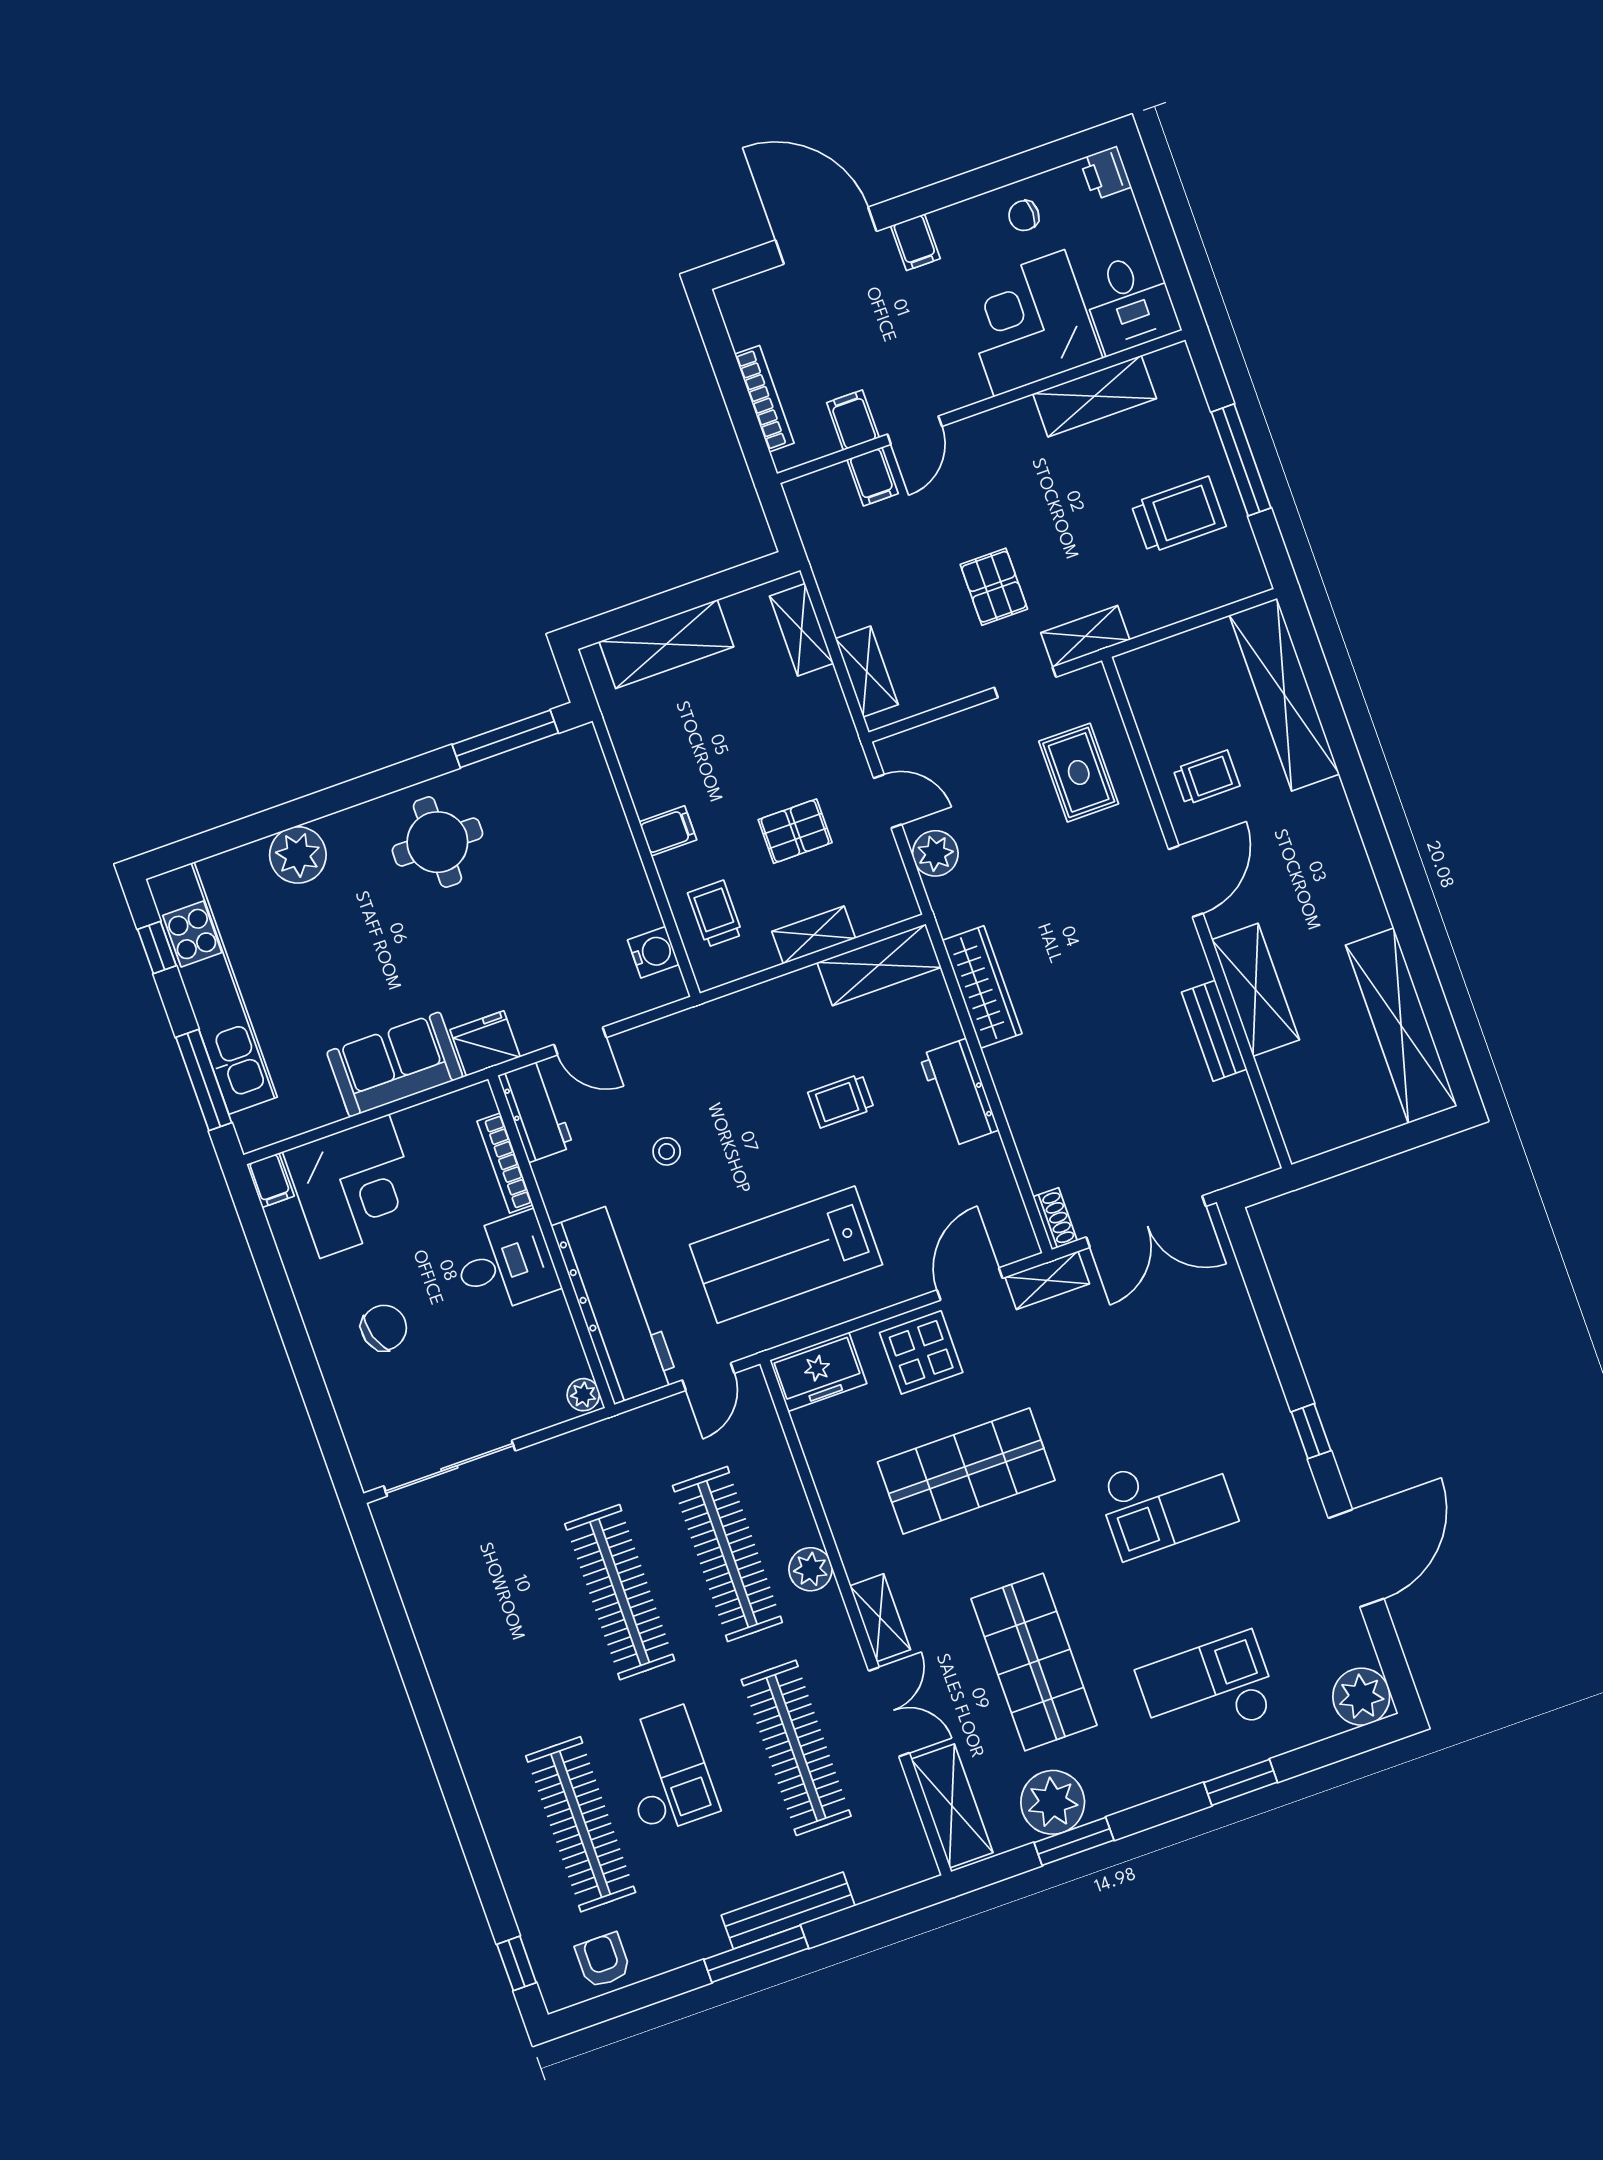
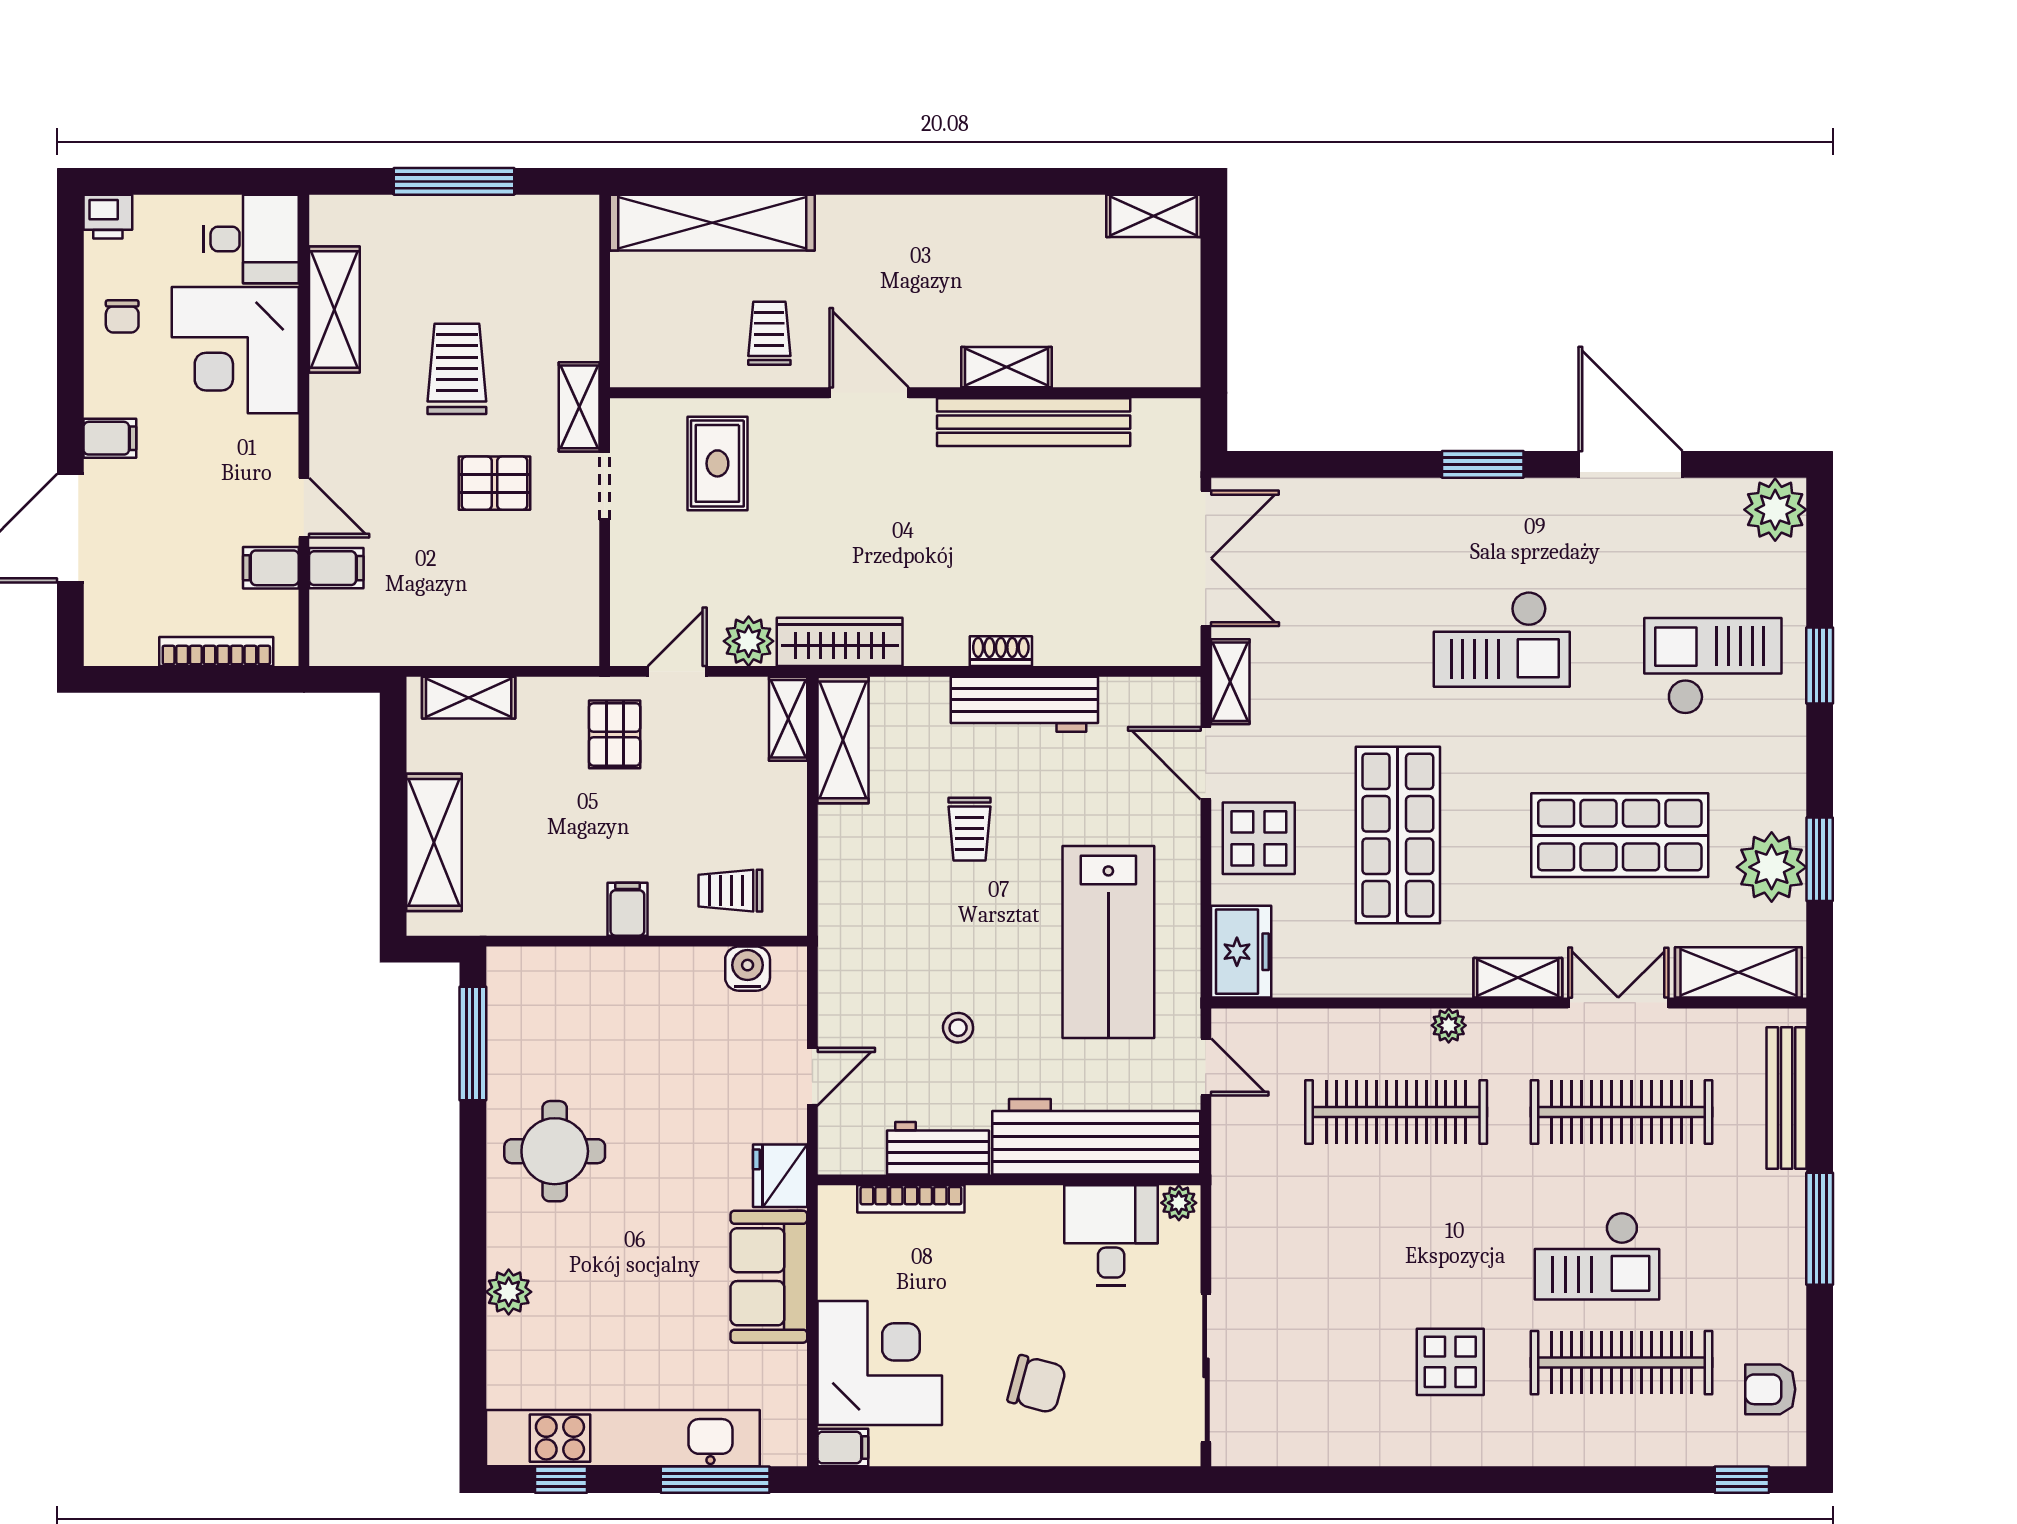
trolley: (1179, 515) -> (457, 369), moved
shelving: (867, 672) -> (536, 645), removed
rug: (1079, 773) -> (717, 463), turned 90
pallet: (795, 831) -> (615, 734), moved
plant: (298, 855) -> (509, 1292), width x0.73, depth x0.73
shelving: (814, 935) -> (788, 719), moved
wardrobe: (982, 987) -> (840, 642), moved
shelving: (1256, 990) -> (1007, 367), width x0.67, depth x0.75
shelving: (1401, 1026) -> (1153, 216), width x0.45, depth x0.75
bench: (1214, 1031) -> (1034, 422), width x1.86, depth x1.21
workbench: (959, 1093) -> (1024, 704), width x1.38
workbench: (536, 1111) -> (938, 1148), moved
shoe rack: (1055, 1219) -> (1001, 651), moved
desk: (505, 1263) -> (1111, 1235), moved
chair: (384, 1328) -> (1037, 1384), turned 122
window: (1311, 1431) -> (1483, 464), width x1.50
checkout: (1166, 1501) -> (1502, 639), turned 90
plant: (811, 1569) -> (1449, 1025), width x0.73, depth x0.73
clothes rail: (620, 1592) -> (1396, 1237), removed
display table: (529, 1677) -> (1450, 1362), added
checkout: (1208, 1691) -> (1713, 666), turned 90
checkout: (665, 1771) -> (1597, 1256), turned 180
bench: (788, 1911) -> (1787, 1098), moved

